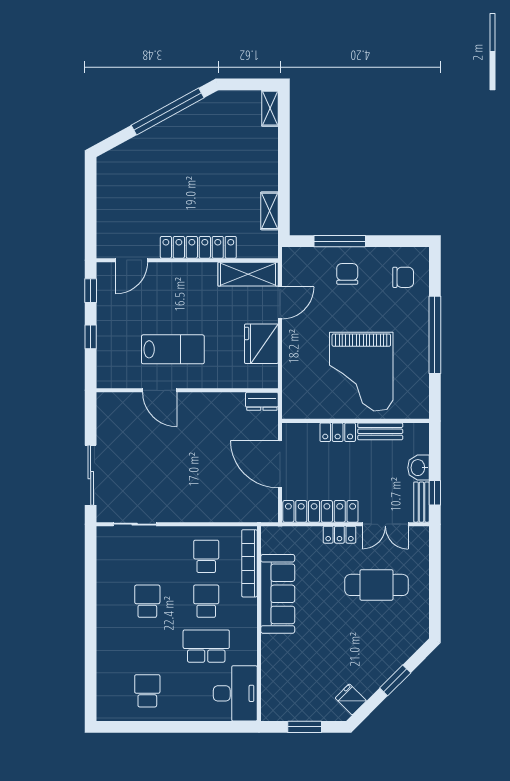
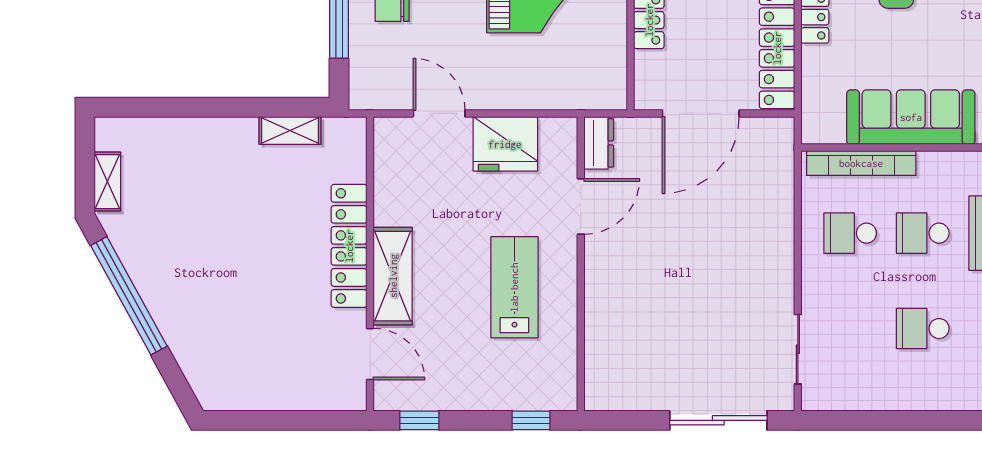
shelving: (270, 108) -> (107, 182), moved, turned 90
shelving: (248, 274) -> (393, 276), moved
window: (91, 337) -> (531, 420), moved
door: (160, 390) -> (581, 206), moved

